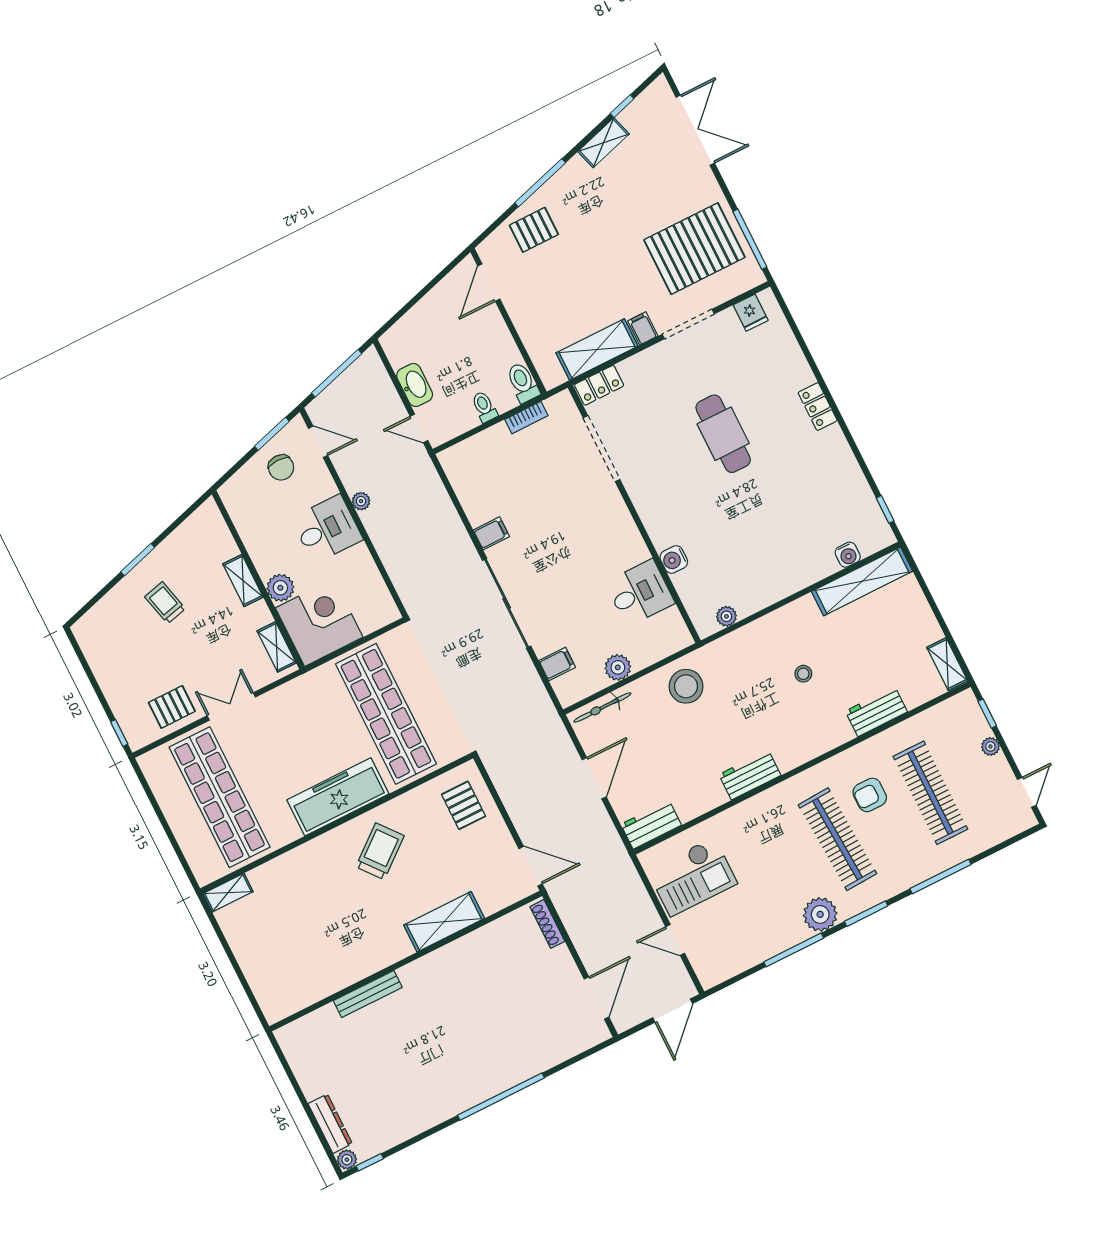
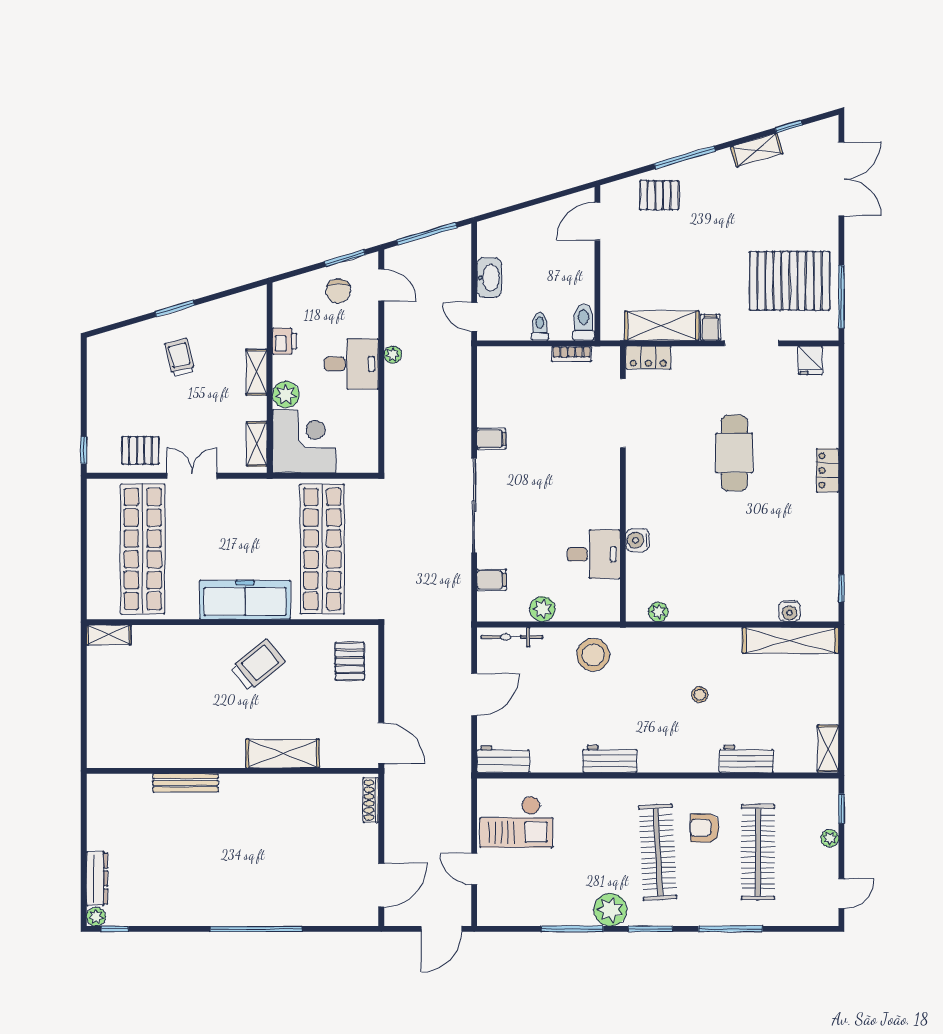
printer: (255, 539) -> (285, 341), added

